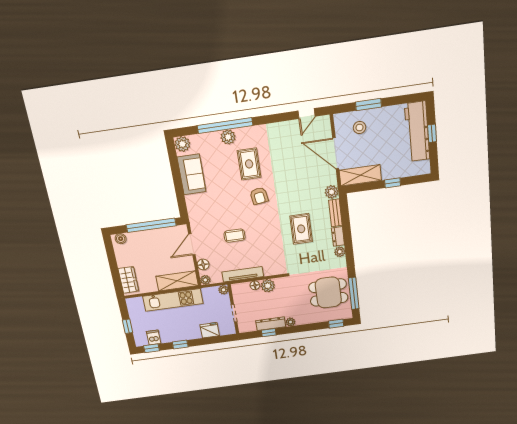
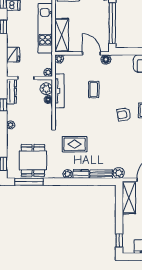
window: (393, 183) -> (119, 240), moved
rug: (301, 229) -> (75, 144), moved
floor lamp: (203, 265) -> (106, 59), moved
plant: (268, 286) -> (46, 89), moved
dresser: (271, 324) -> (11, 92), moved

